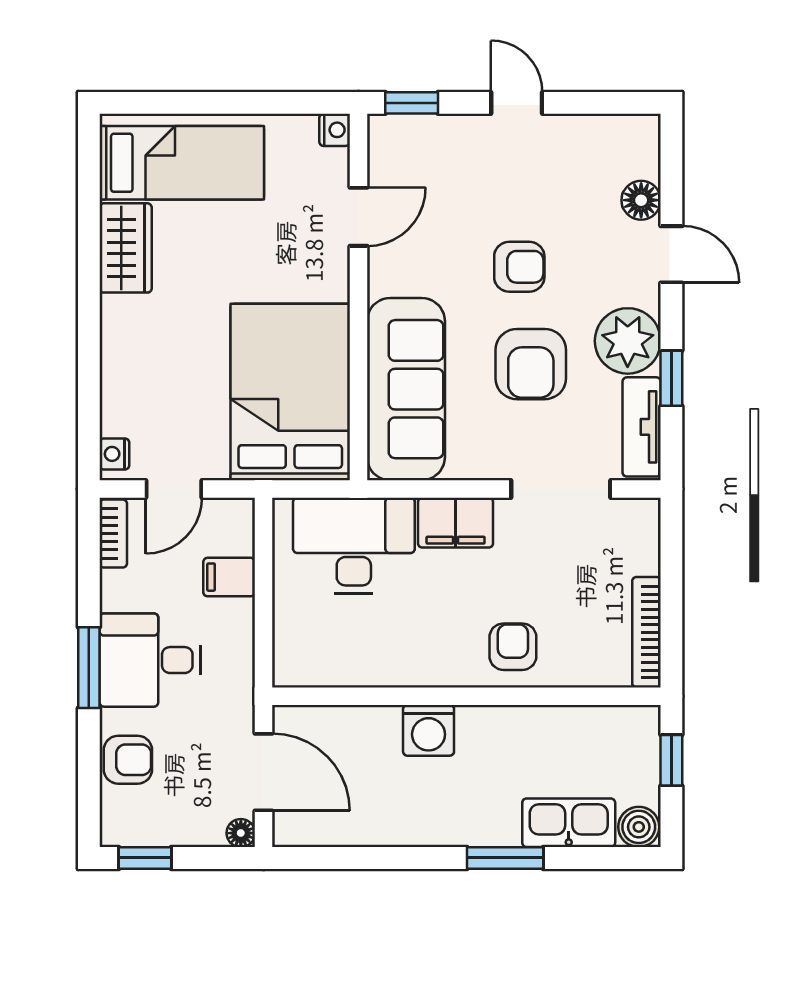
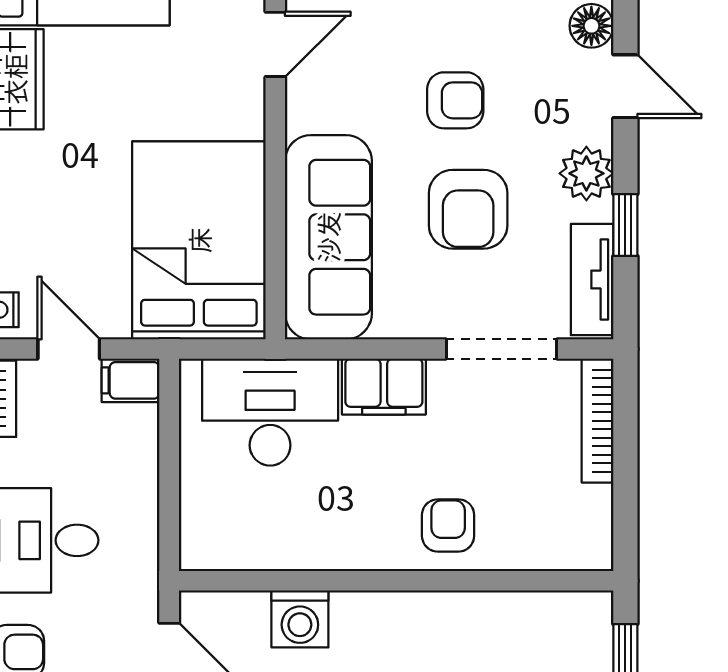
plant: (628, 341) -> (586, 173), width x0.73, depth x0.73
door: (174, 489) -> (69, 349), swing flipped
filing cabinet: (229, 577) -> (131, 380), moved
bookcase: (646, 632) -> (597, 421), moved
washing machine: (429, 730) -> (300, 619), moved

